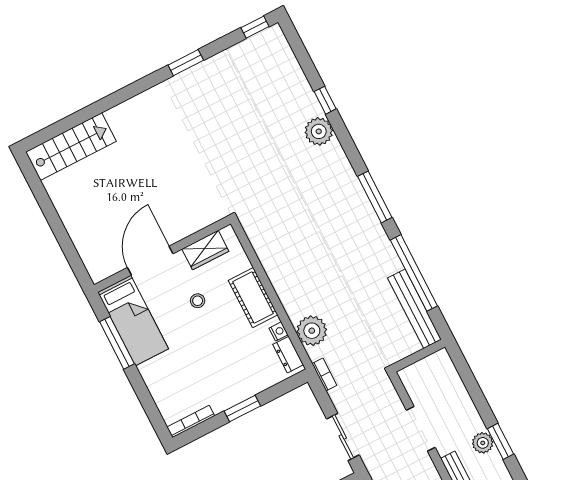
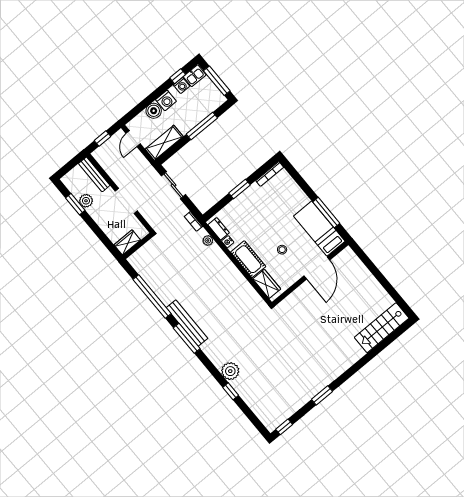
wardrobe: (205, 250) -> (267, 284), moved, turned 90
bench: (414, 309) -> (187, 323), moved
plant: (312, 331) -> (208, 241), width x0.53, depth x0.53
wardrobe: (433, 365) -> (127, 242), added

